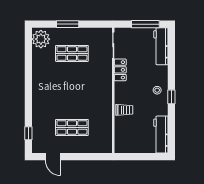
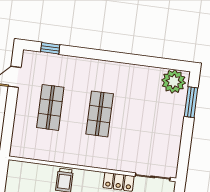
window: (68, 24) -> (191, 102), moved
shop shelf: (72, 53) -> (100, 114), moved

